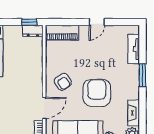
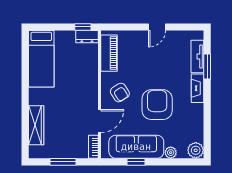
piano: (62, 33) -> (109, 53), moved, turned -90
window: (142, 75) -> (207, 67), moved
fireplace: (134, 113) -> (198, 88), moved

